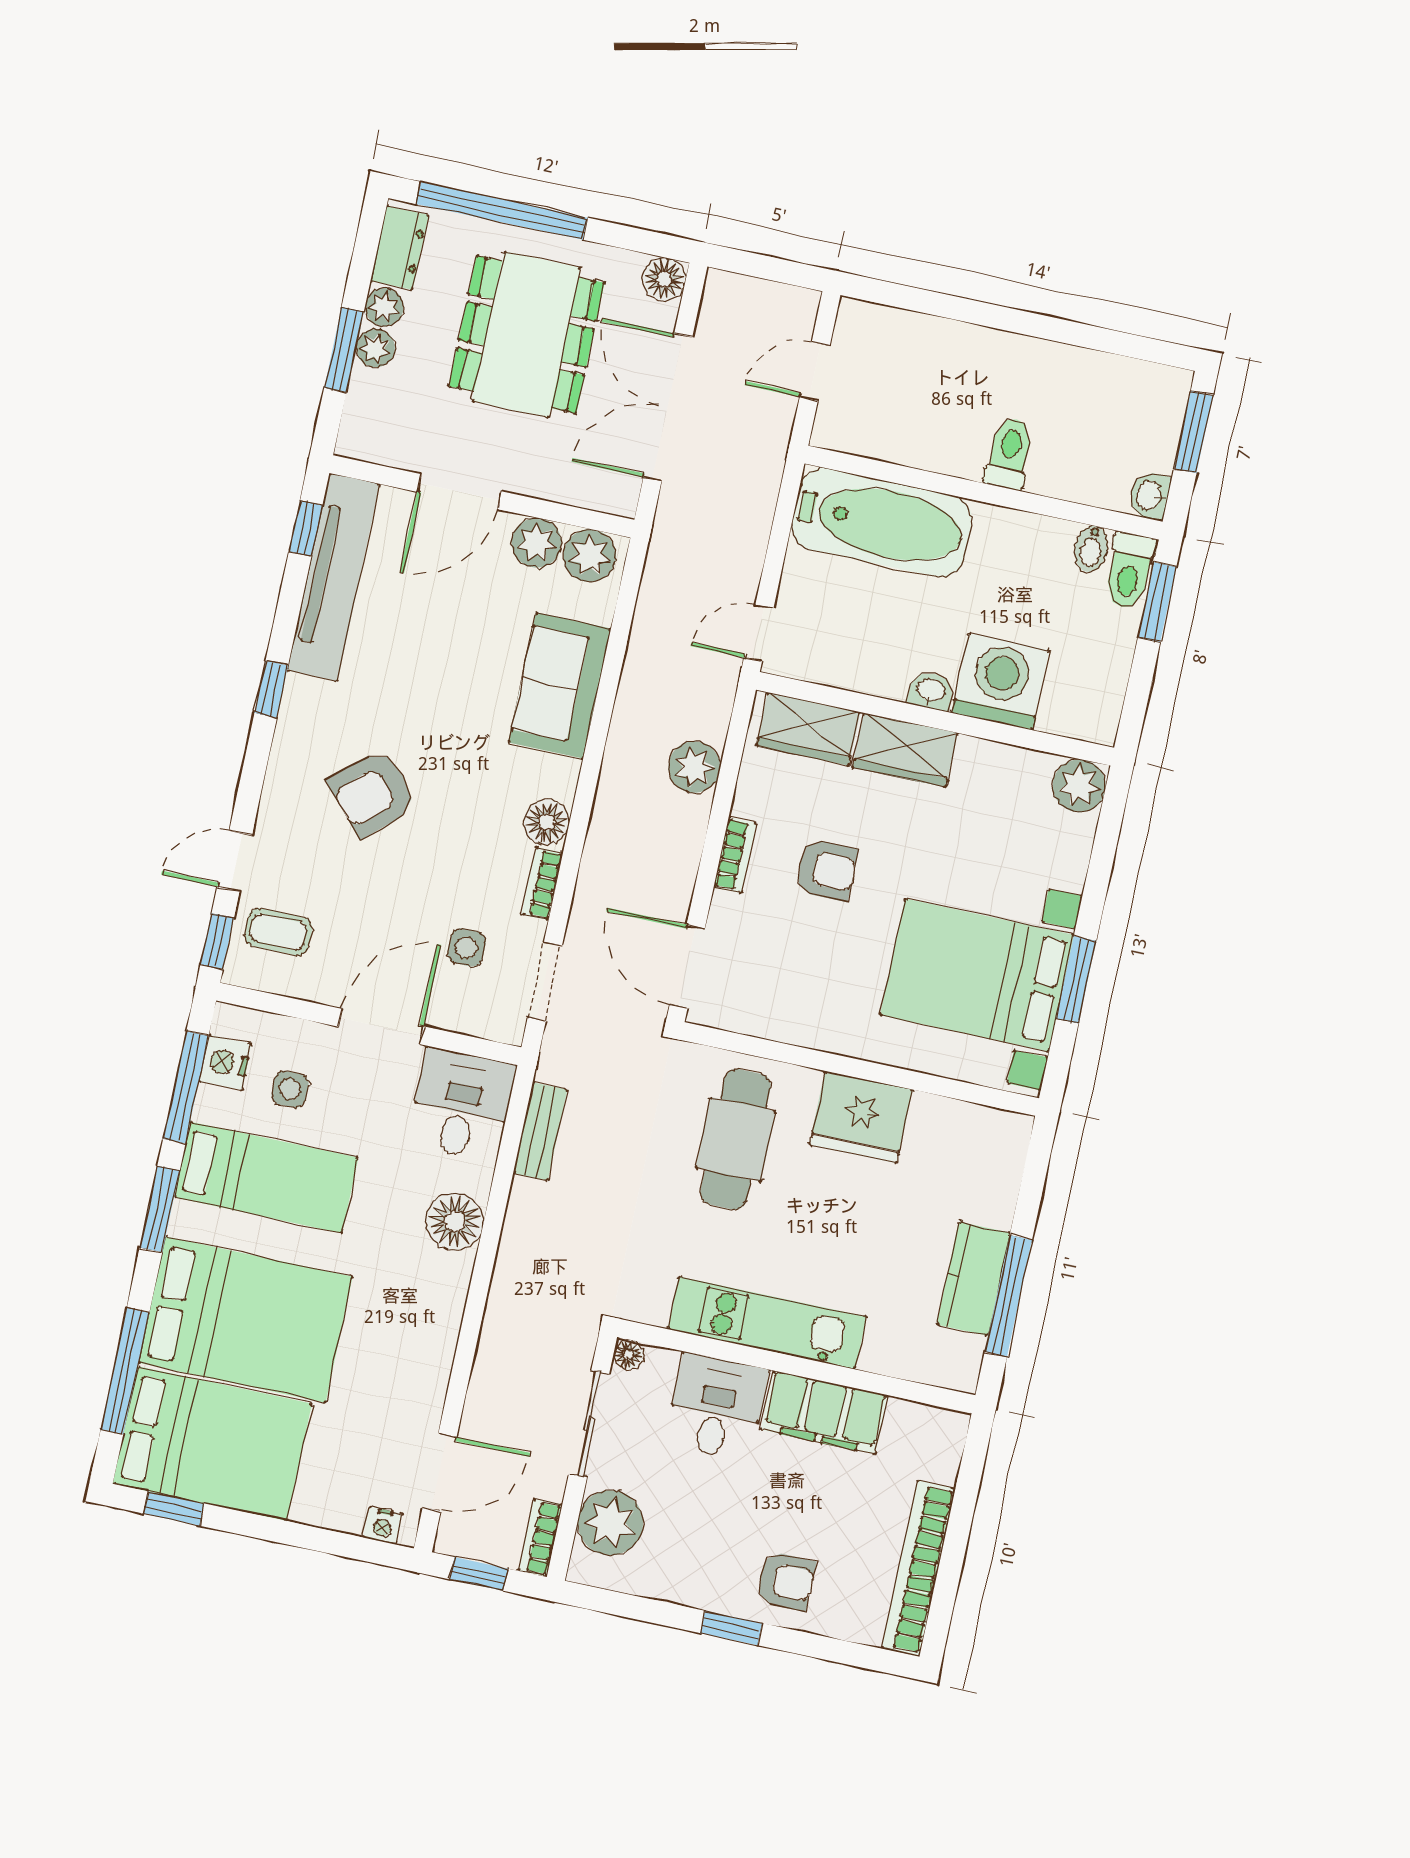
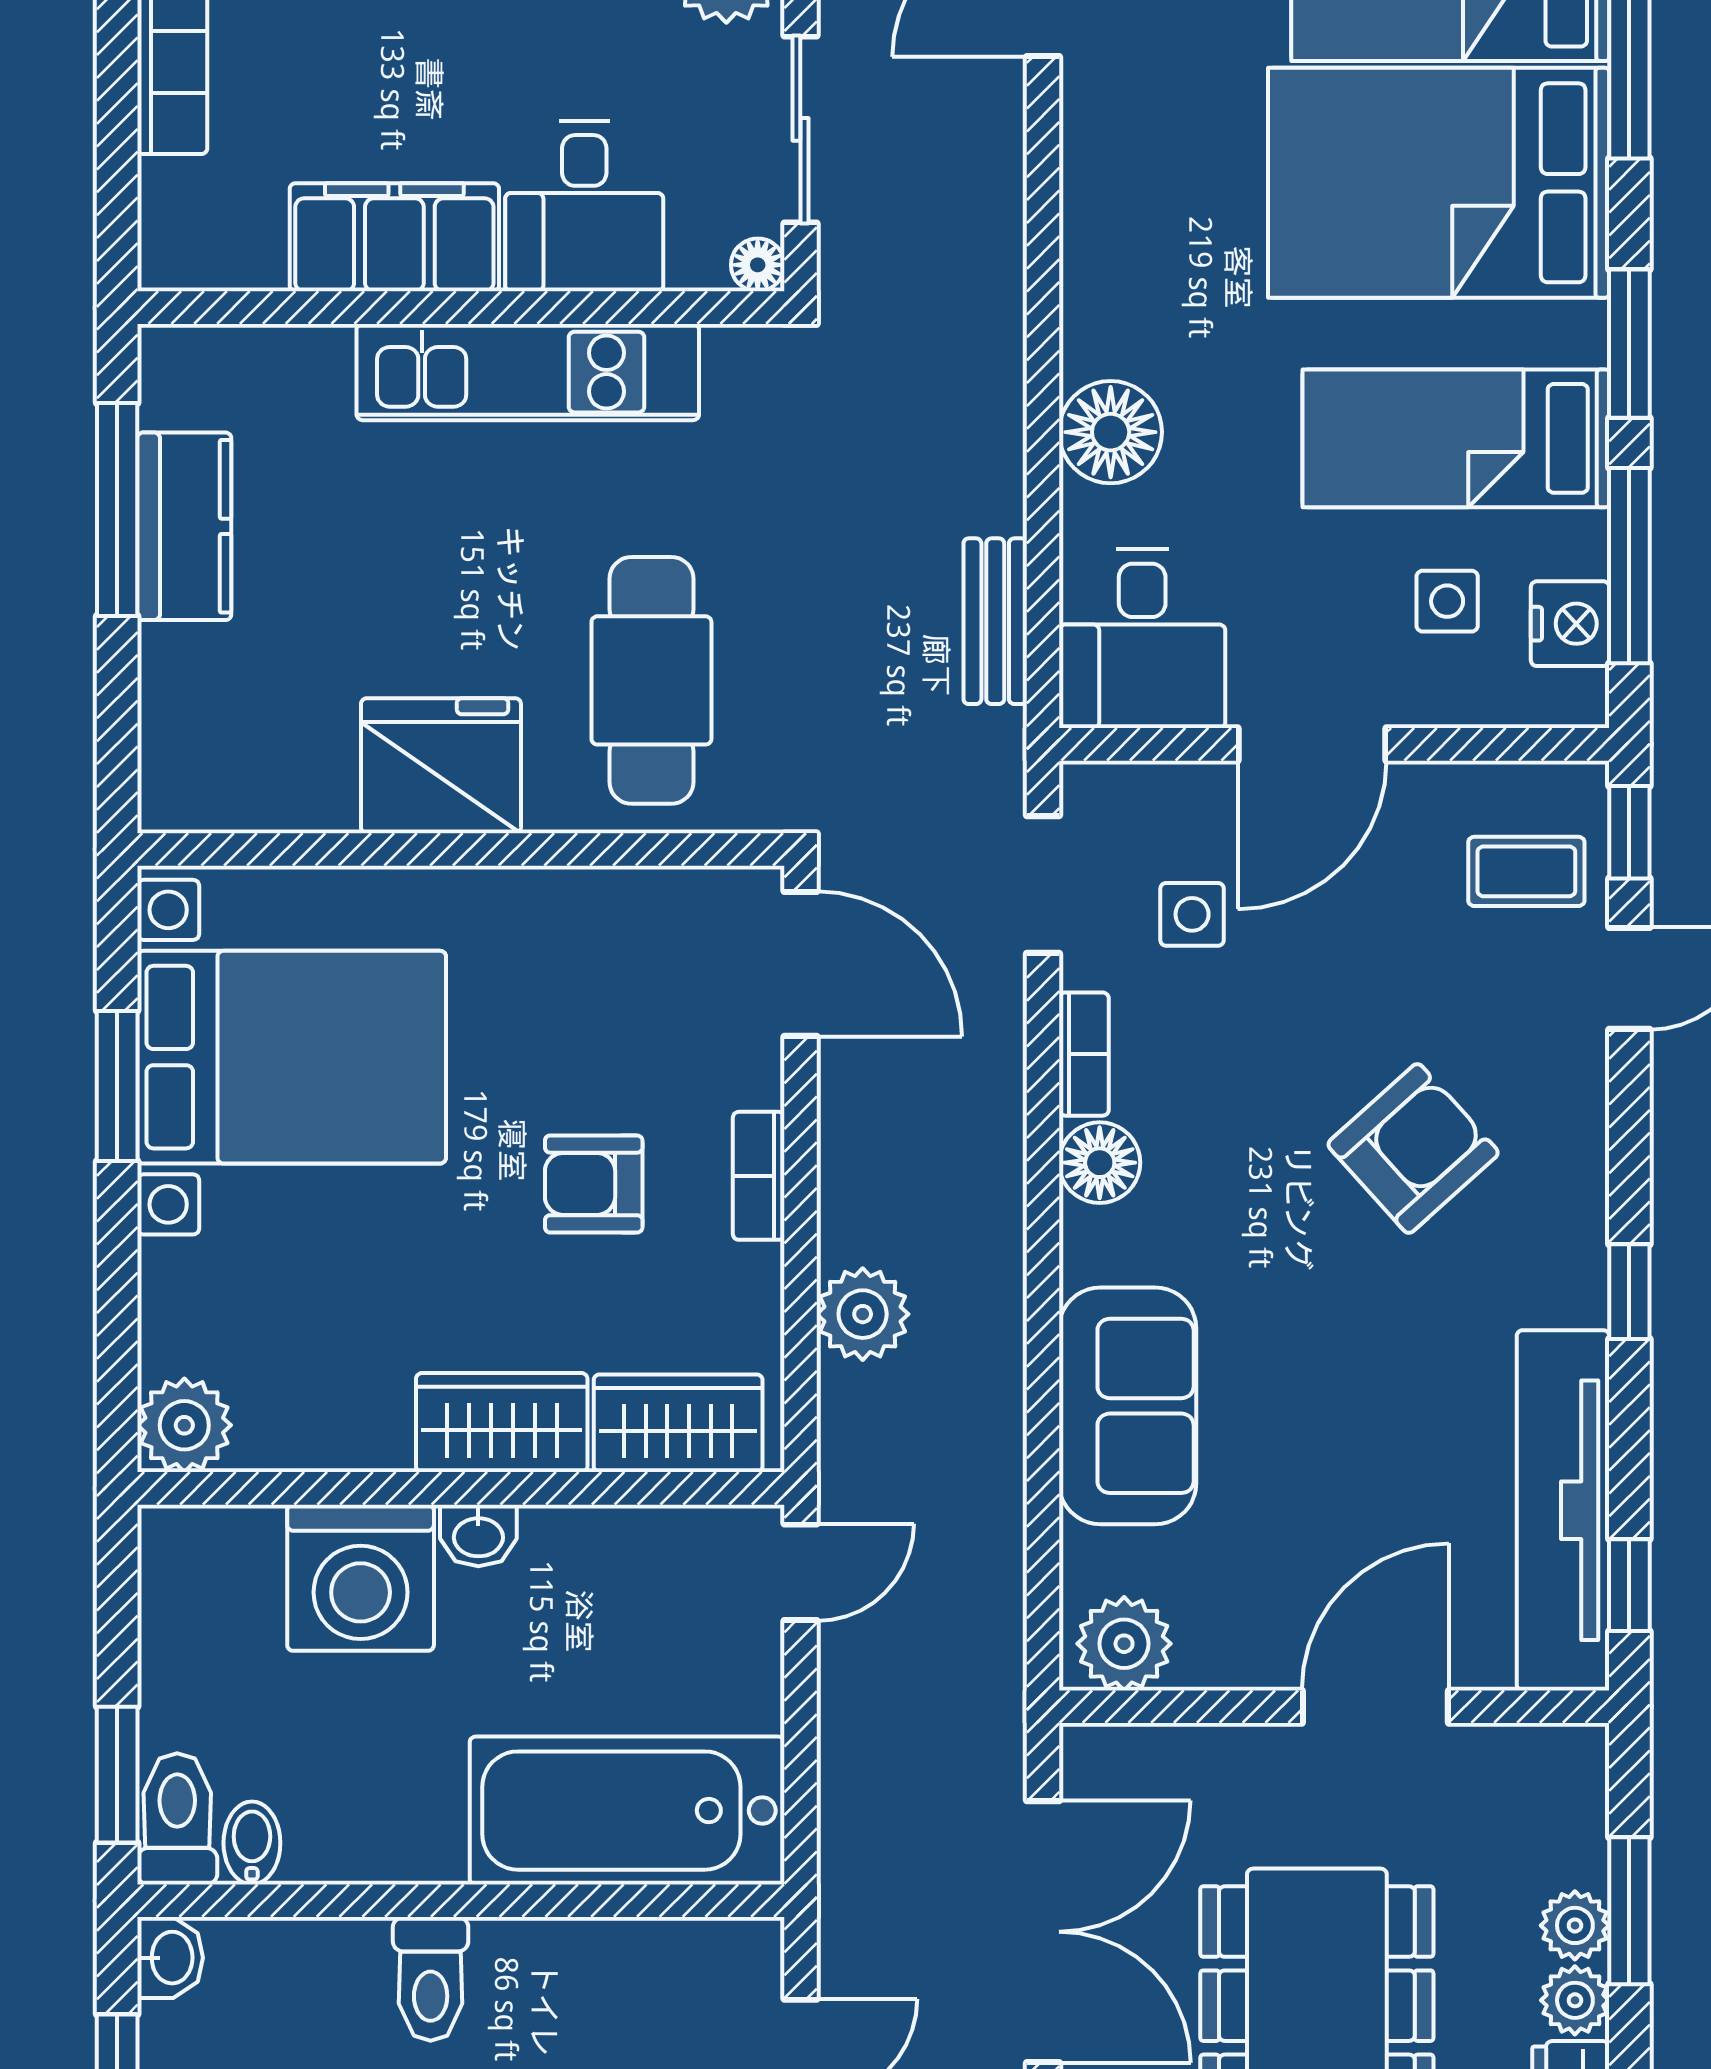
plant: (536, 543) -> (1222, 1646), removed

